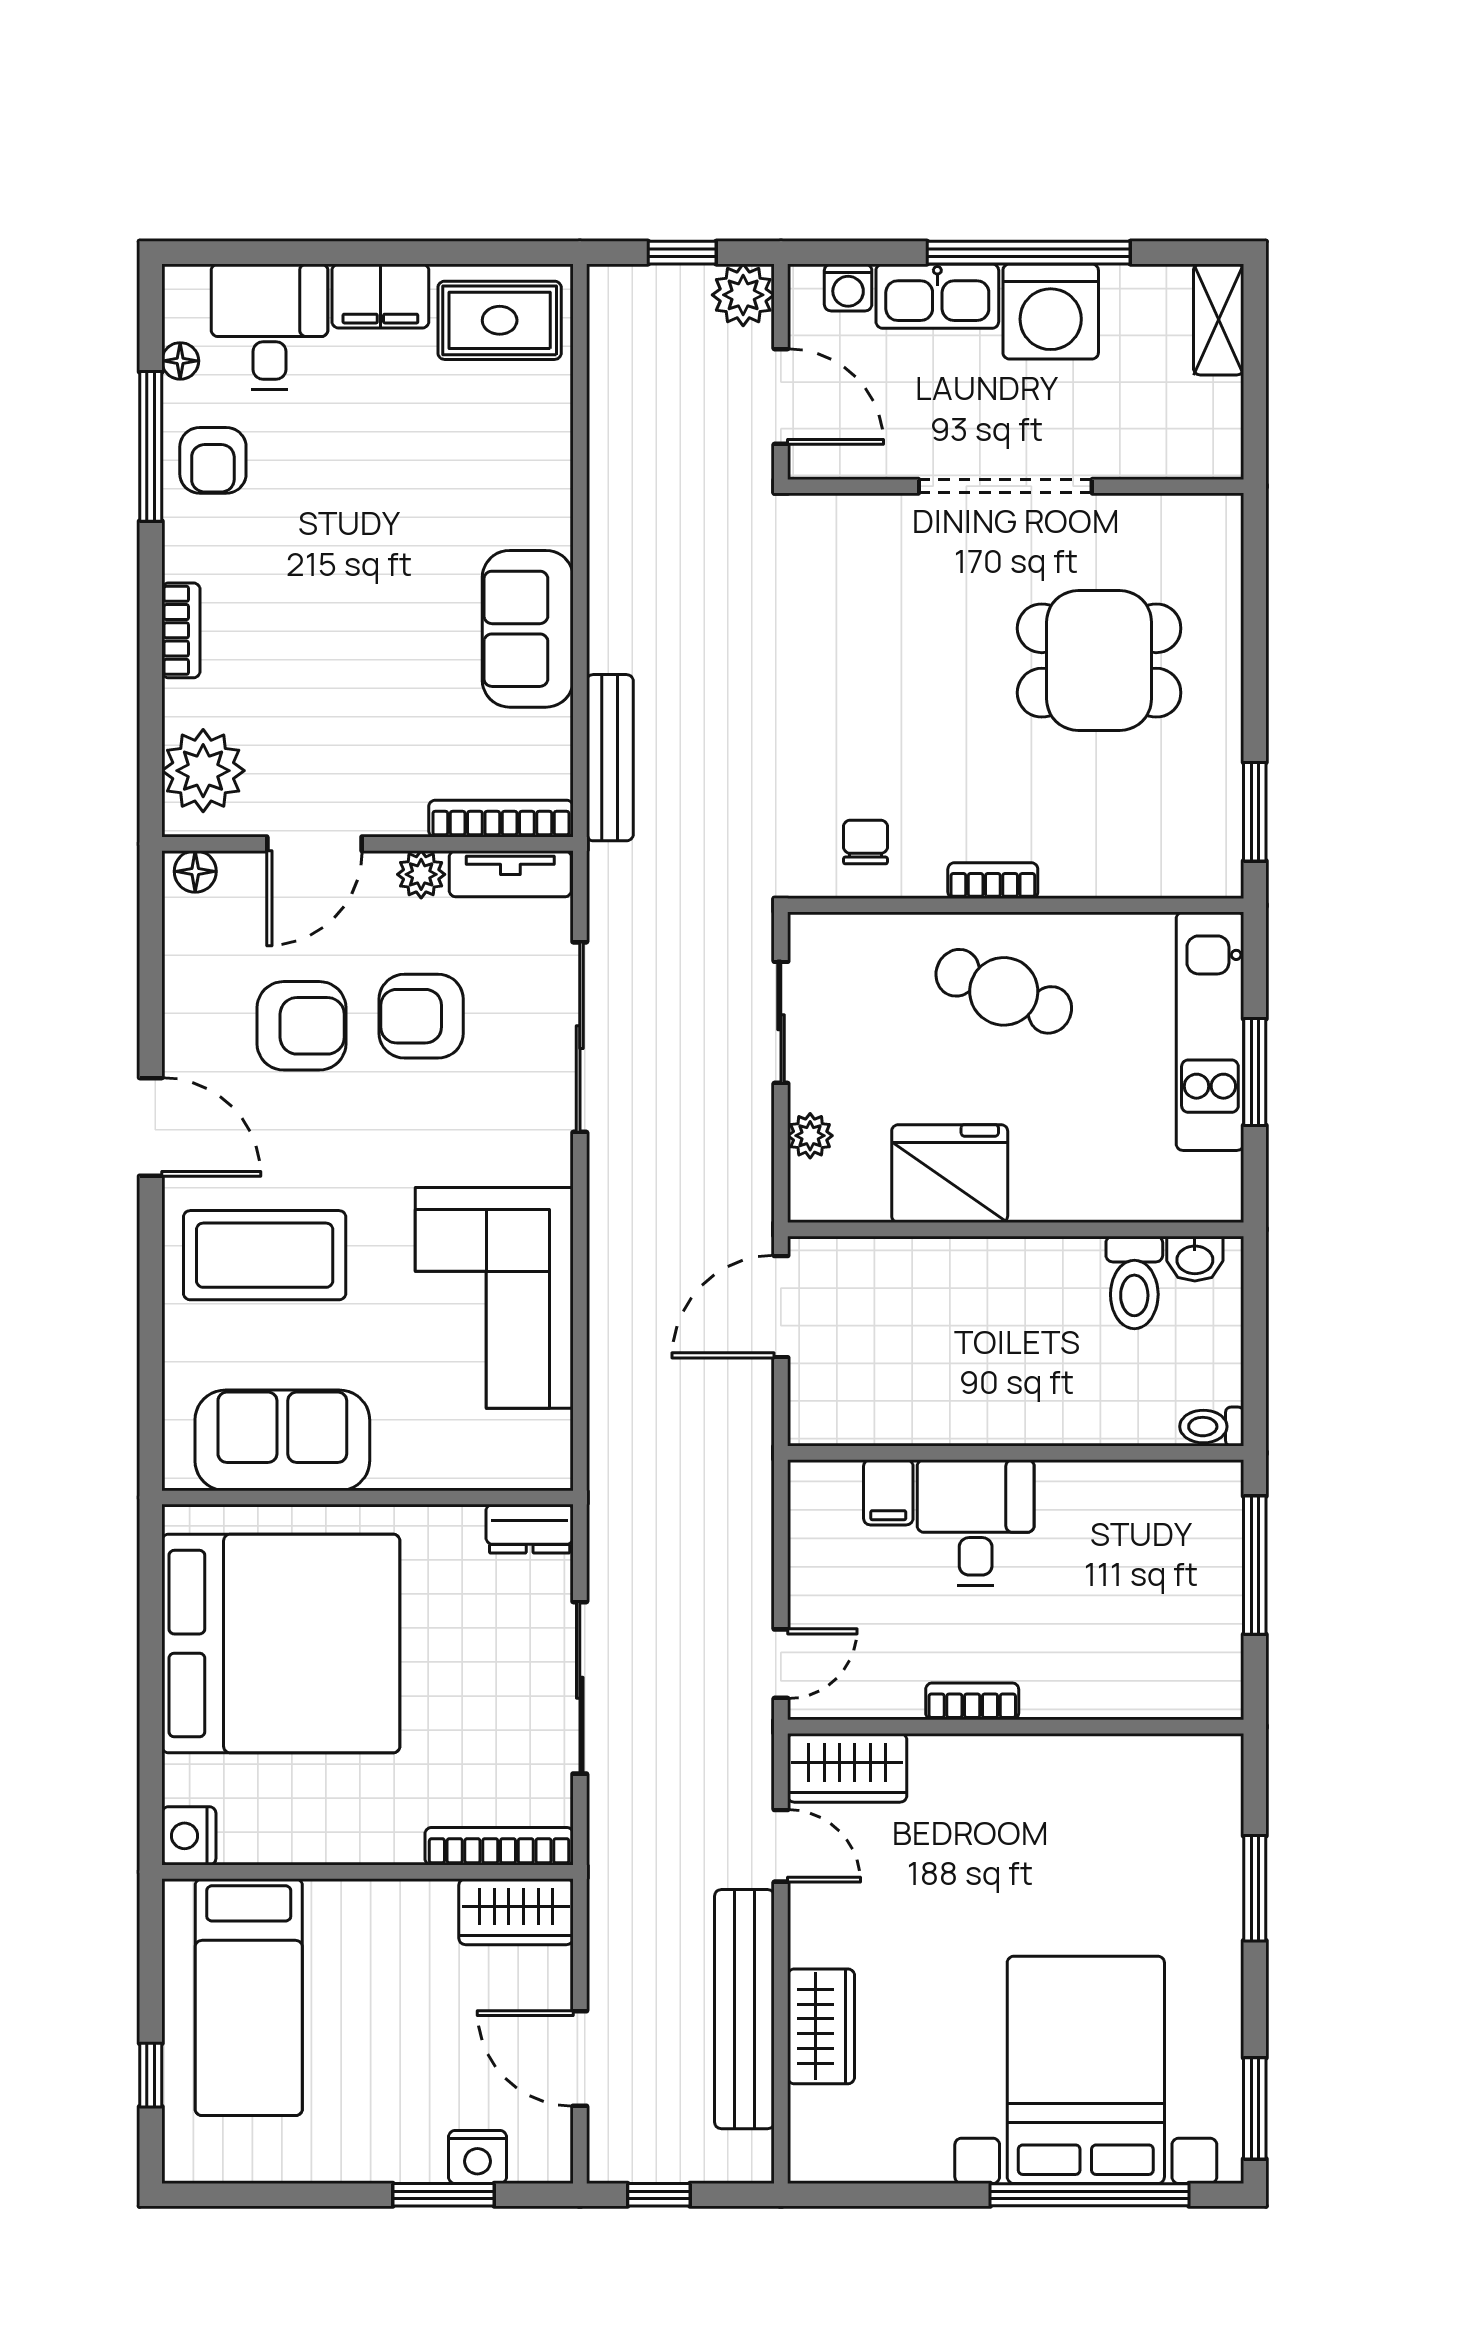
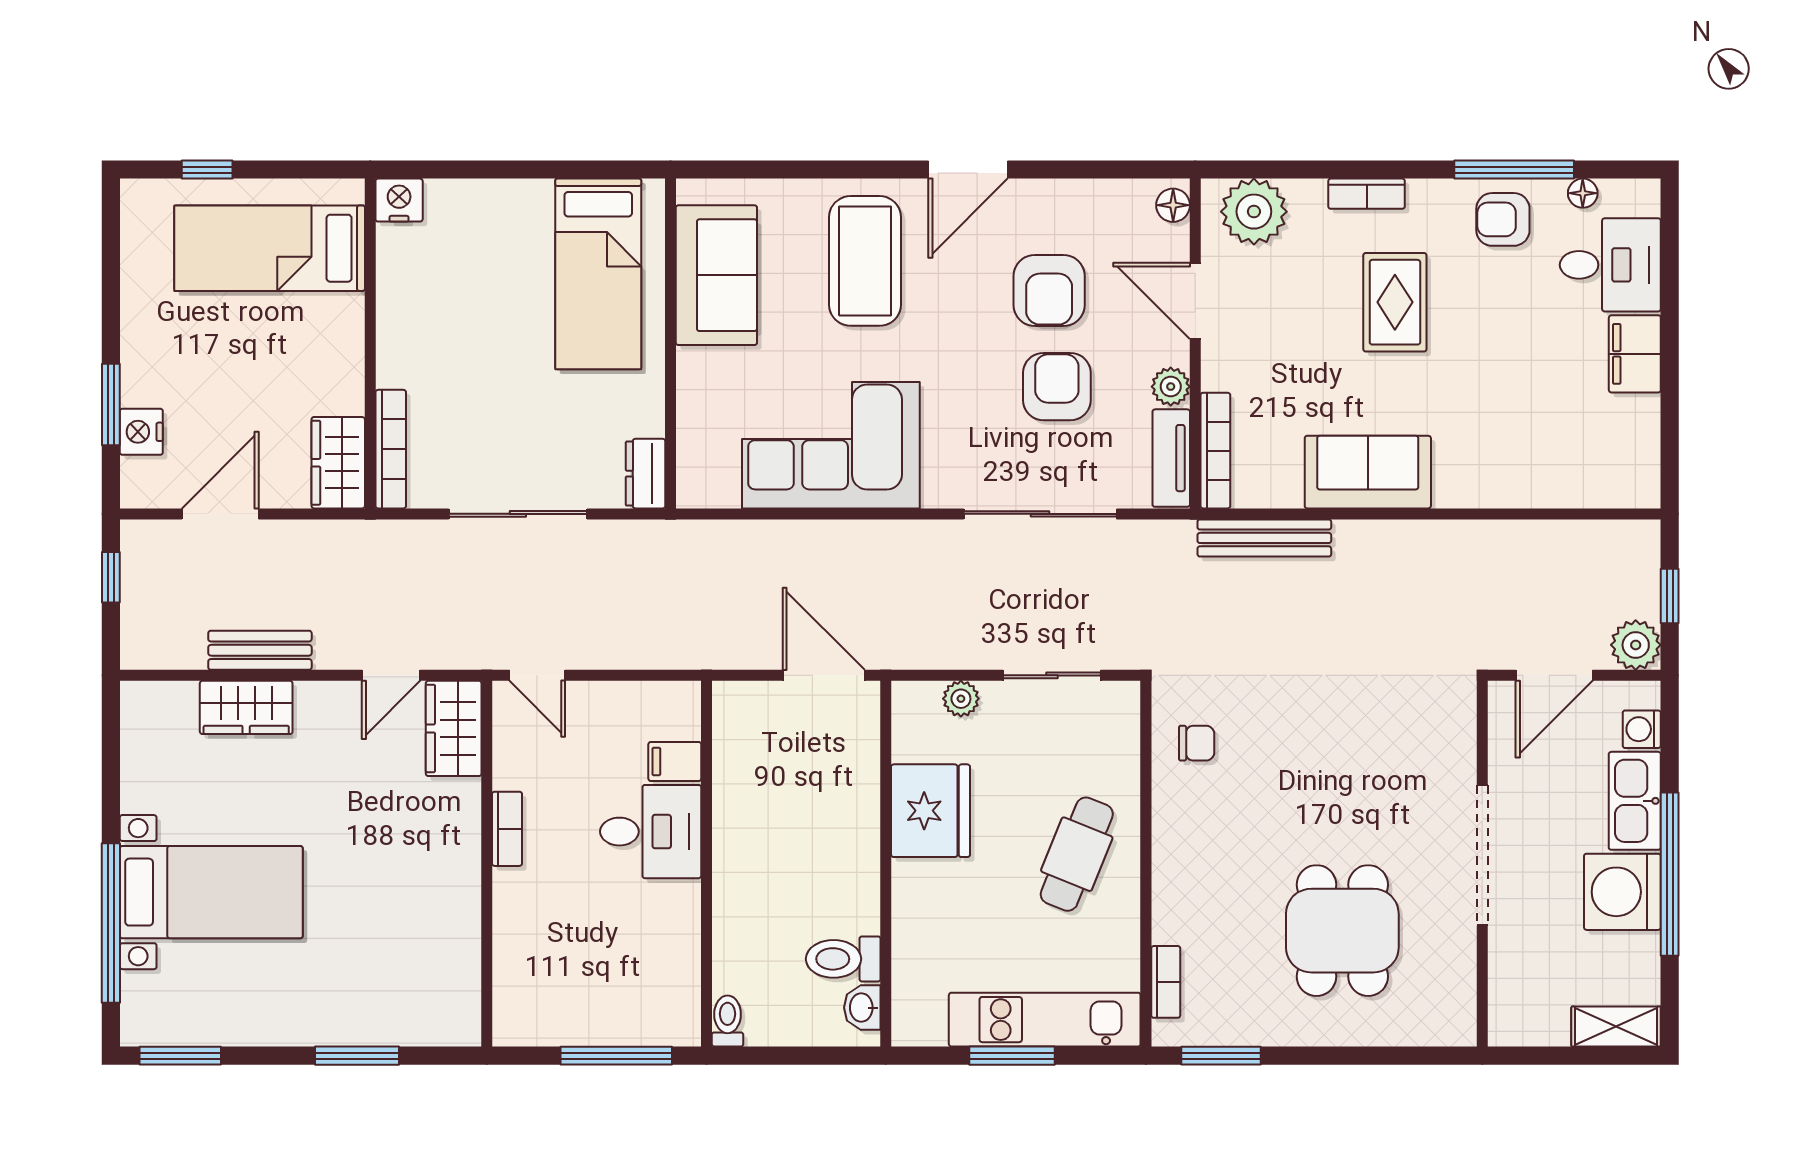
rug: (500, 320) -> (1395, 302), moved
bookcase: (993, 881) -> (1166, 982), moved
bed: (281, 1644) -> (598, 274), width x0.49
bench: (744, 2009) -> (260, 650), width x0.54, depth x0.82
bed with nightstands: (1086, 2070) -> (211, 892), width x0.73

